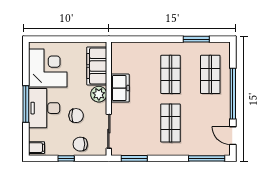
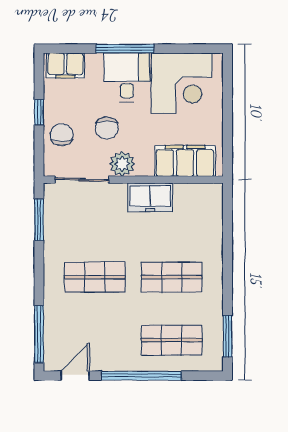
window: (196, 39) -> (227, 336), moved
plant: (99, 94) -> (122, 164), moved
desk: (44, 108) -> (127, 77), width x0.73
filing cabinet: (37, 148) -> (65, 66), width x2.00

